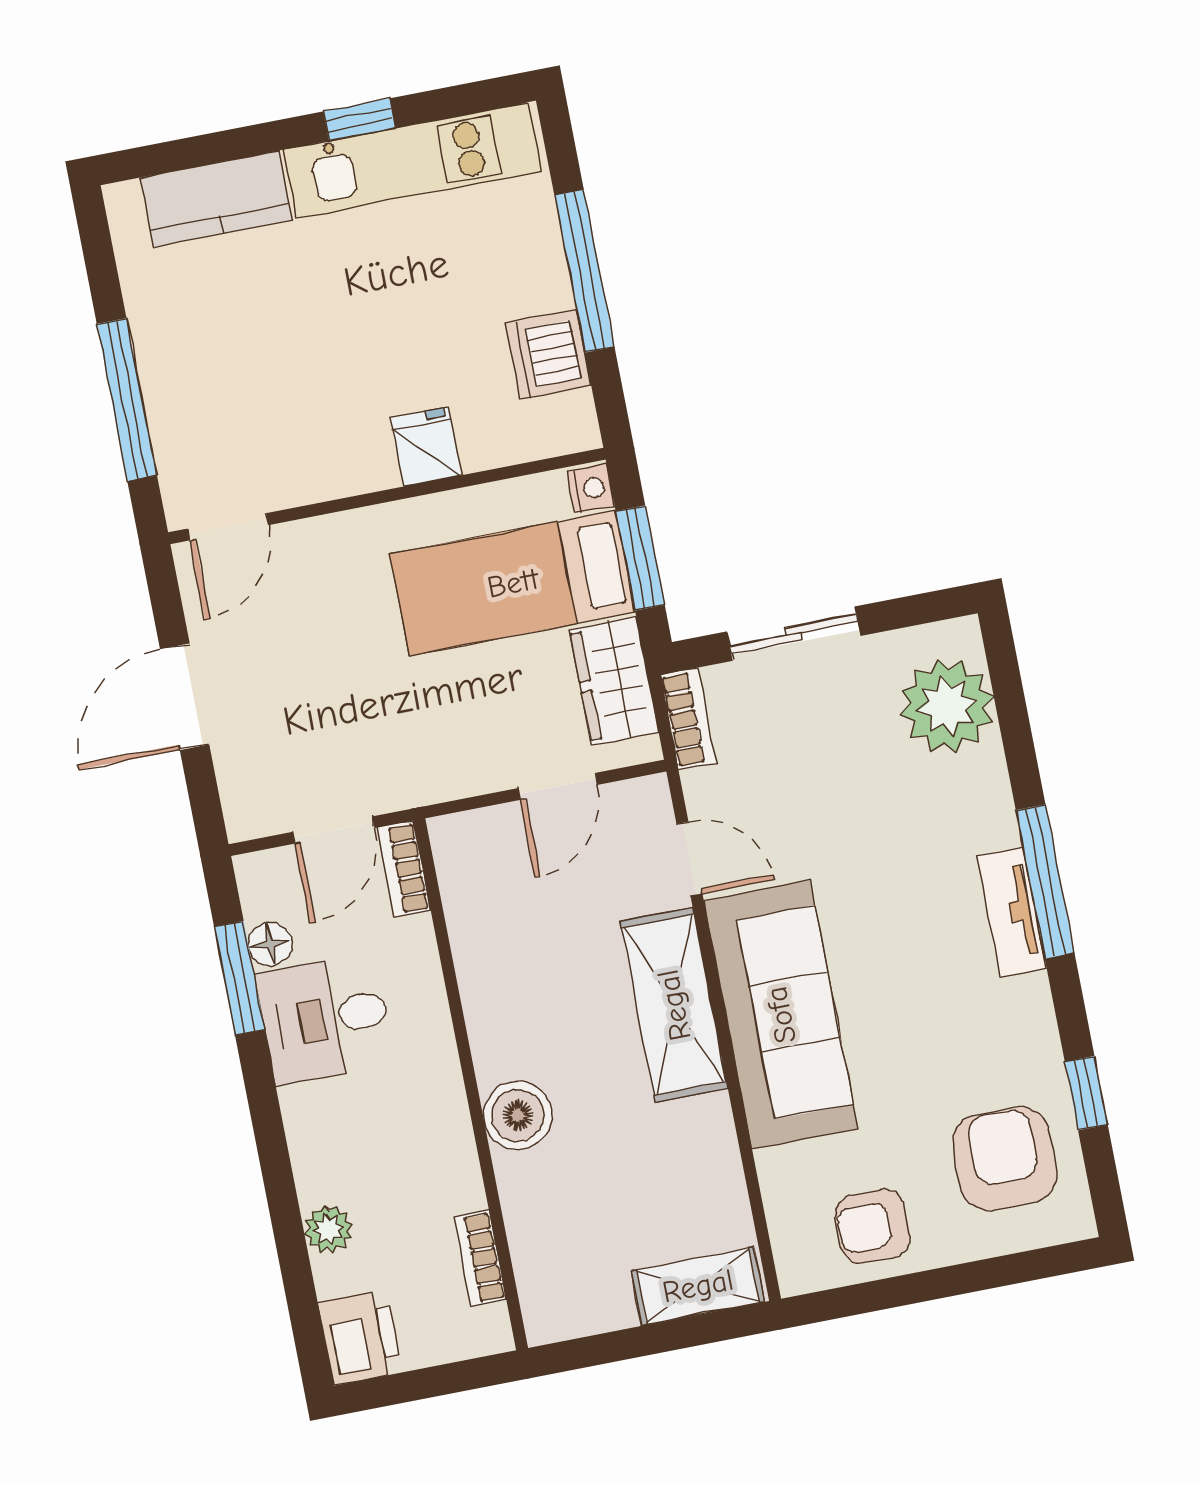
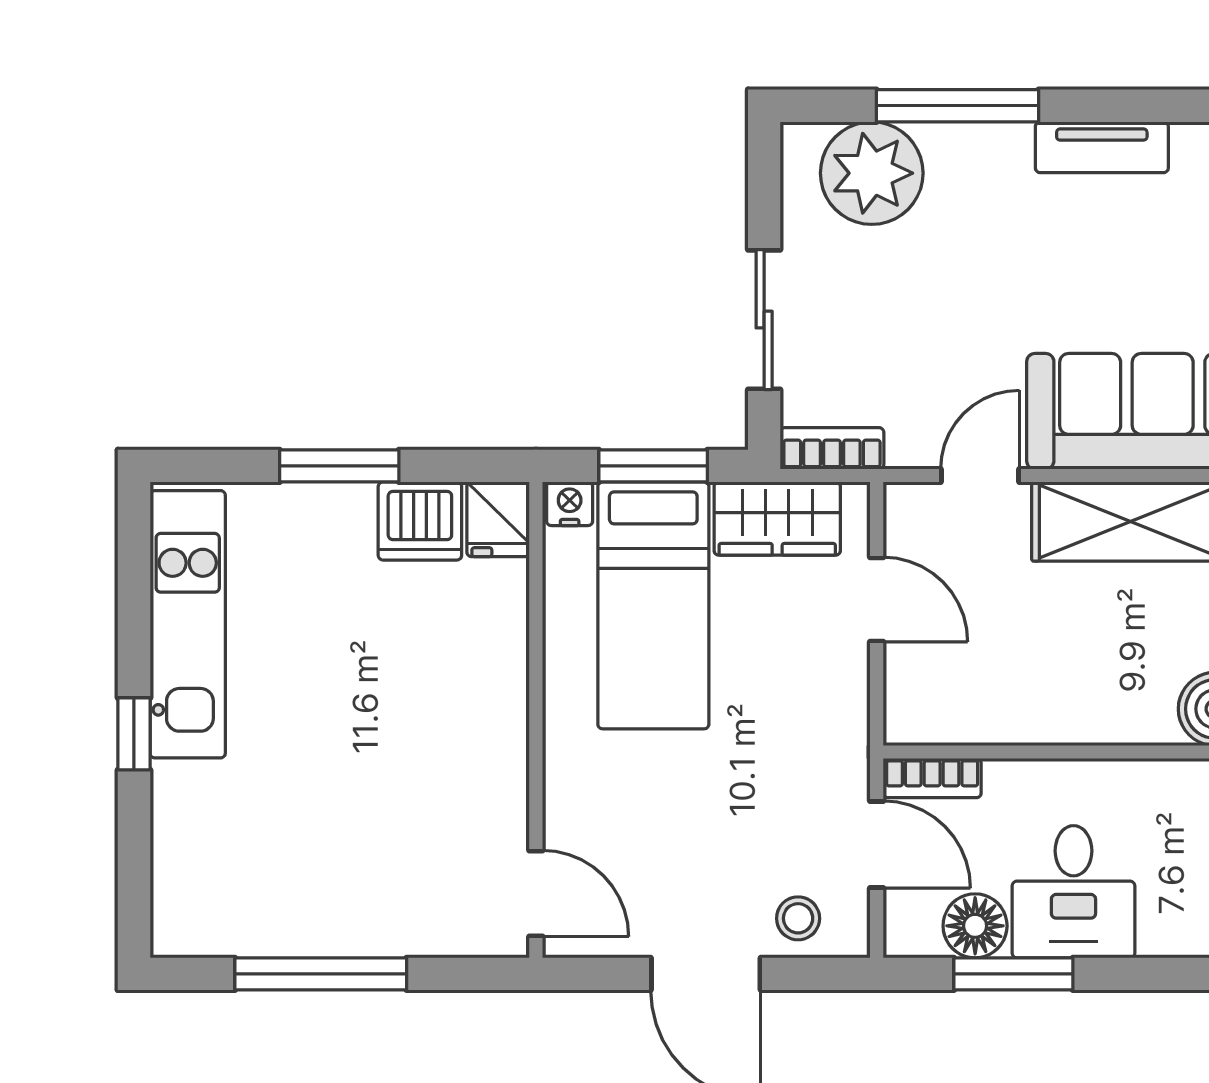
window: (359, 120) -> (134, 734), moved
kitchen counter: (216, 199) -> (188, 839), removed
window: (584, 271) -> (339, 466), width x0.69
window: (127, 400) -> (321, 974), moved
fridge: (426, 447) -> (498, 519), moved, turned -90
stool: (252, 771) -> (798, 918), added
window: (1045, 882) -> (958, 106), moved
floor lamp: (270, 944) -> (975, 926), width x1.37, depth x1.37

